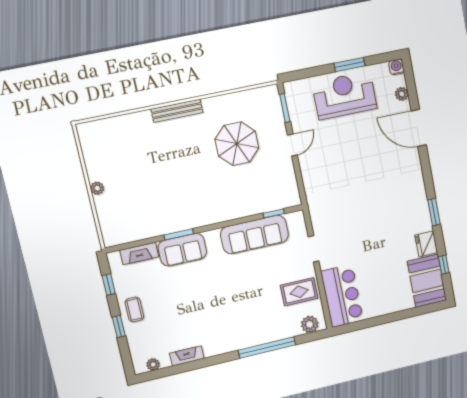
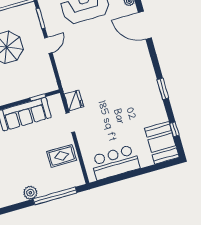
fridge: (426, 244) -> (74, 100), moved, turned 180
bar counter: (342, 296) -> (115, 162), moved, turned -90
plant: (310, 324) -> (30, 193), moved
window: (267, 347) -> (55, 196), moved

